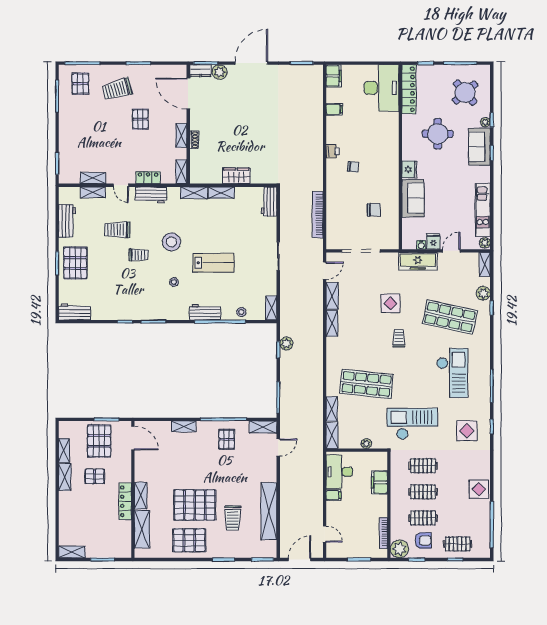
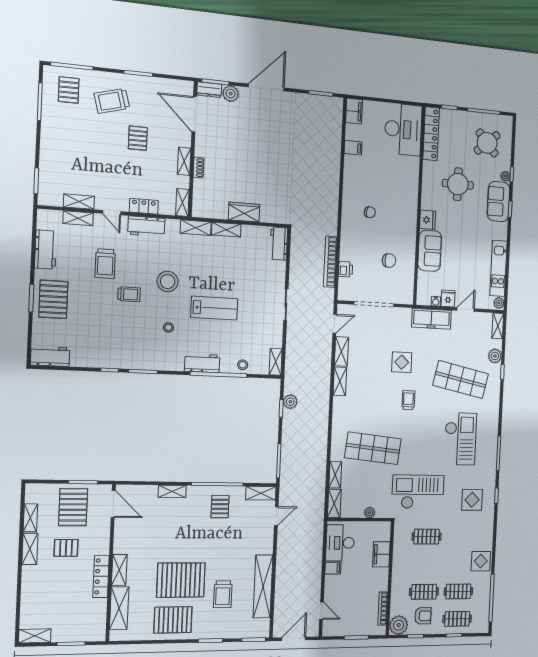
printer: (332, 151) -> (346, 269), moved
trolley: (117, 230) -> (105, 264), turned -90
clothes rail: (423, 492) -> (458, 591), moved

